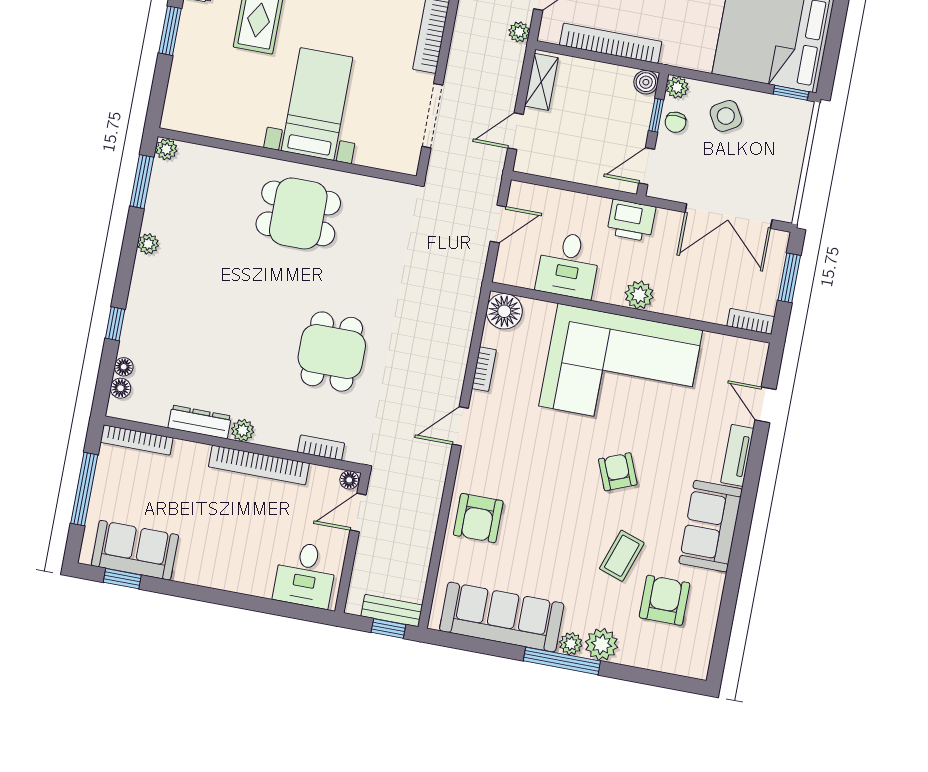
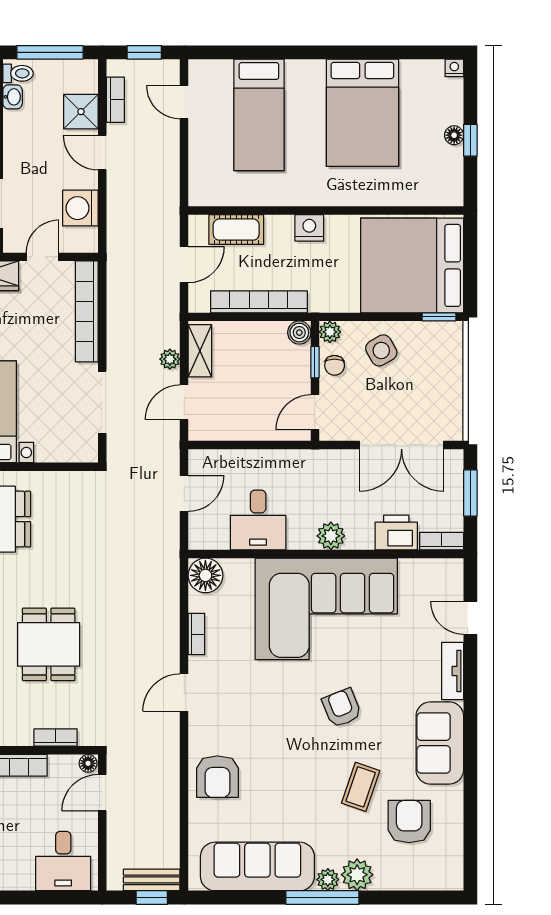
plant: (519, 32) -> (170, 359), moved
printer: (631, 220) -> (396, 533), moved, turned 180

